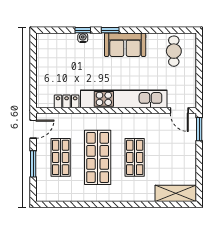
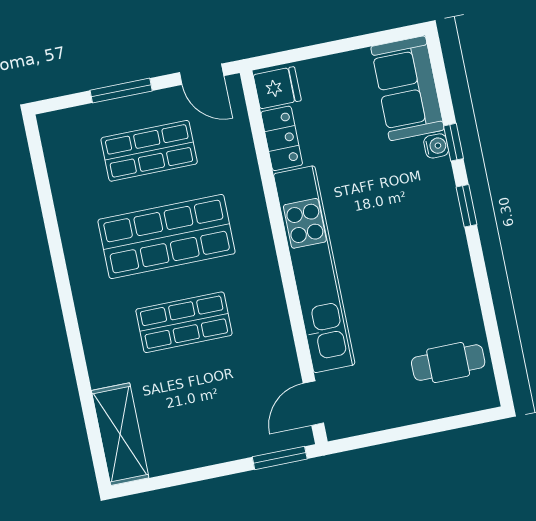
sofa: (125, 45) -> (408, 88), moved
fridge: (45, 99) -> (277, 88), added

